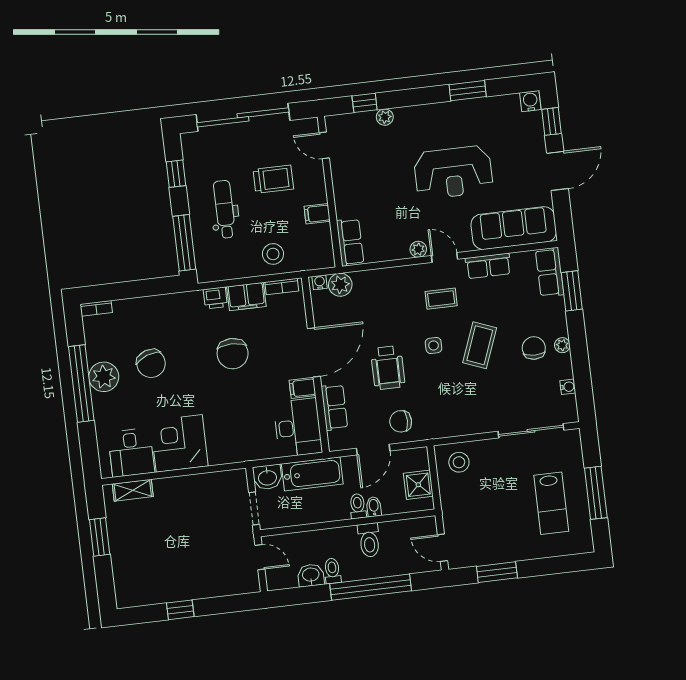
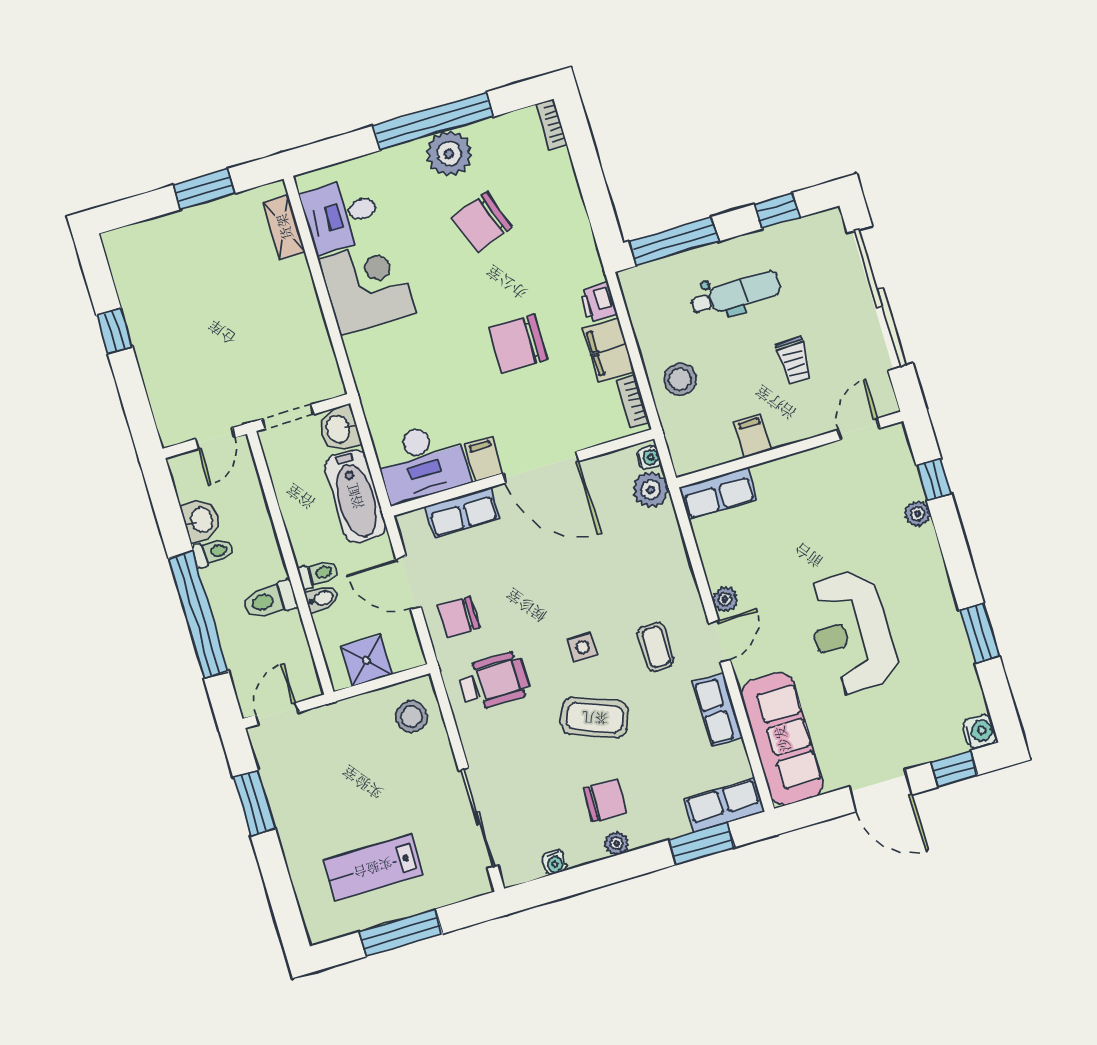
trolley: (273, 179) -> (794, 360), width x0.73, depth x0.72
wheelchair: (388, 368) -> (494, 681), moved, turned 180
chair: (401, 421) -> (459, 617), turned -90

